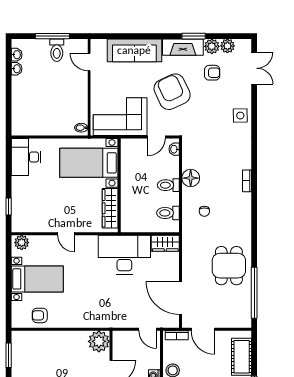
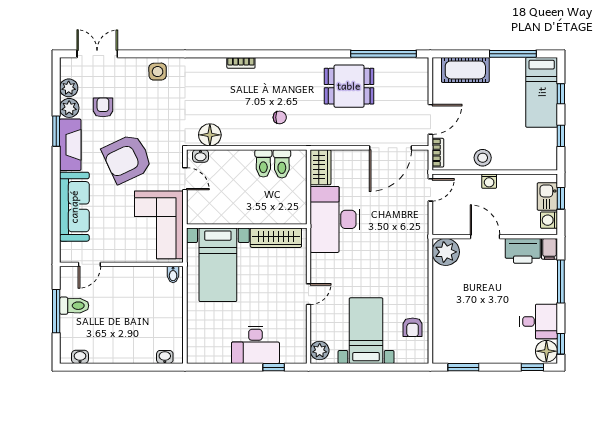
washbasin: (17, 69) -> (165, 357), moved
desk: (26, 157) -> (255, 345), moved
floor lamp: (191, 178) -> (210, 135), moved
toilet: (168, 185) -> (263, 163), moved

